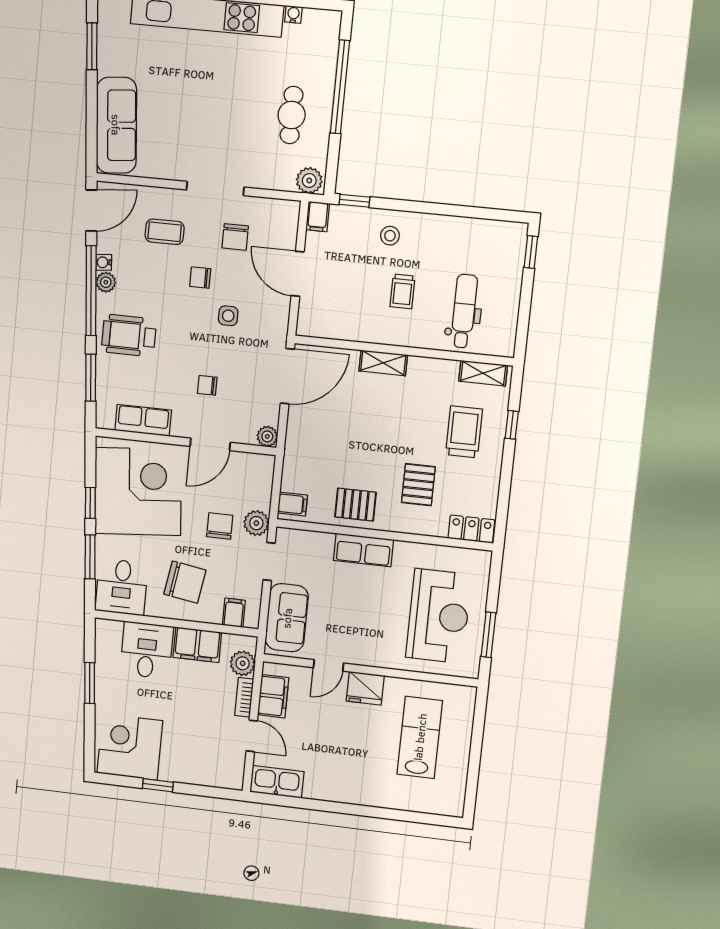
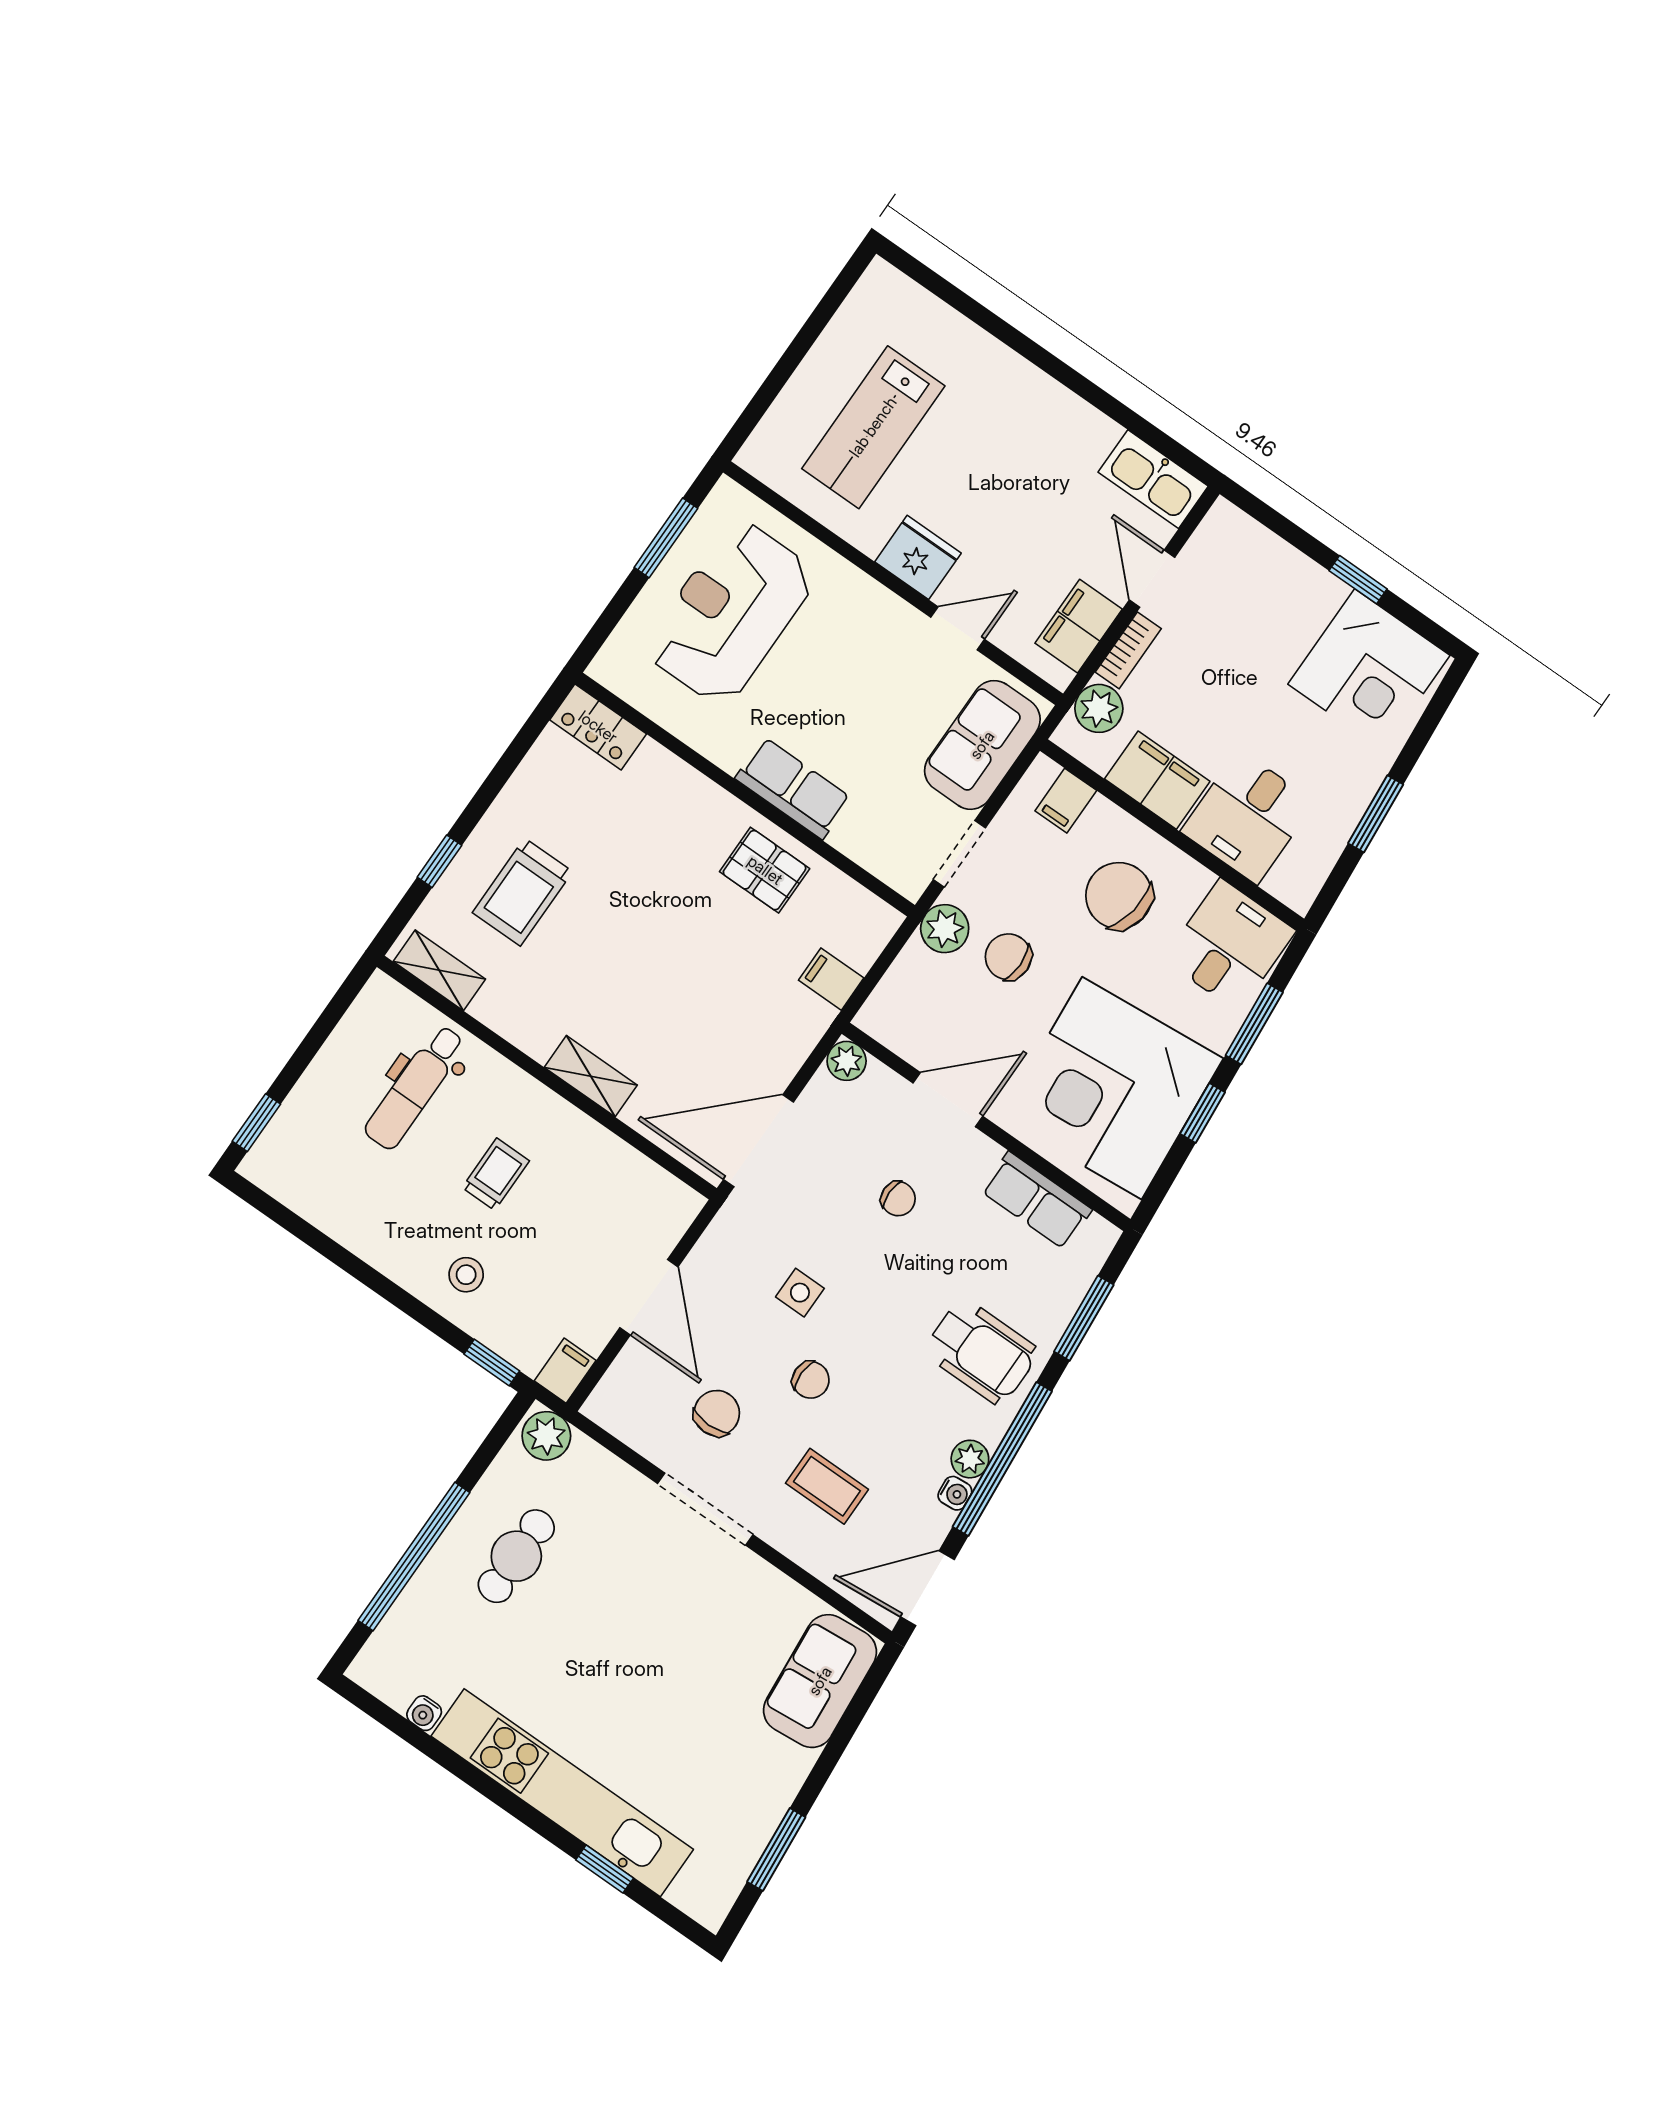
sofa: (116, 125) -> (820, 1681), width x0.73
pallet: (418, 485) -> (644, 847), removed
filing cabinet: (293, 504) -> (831, 979), moved
chair: (220, 526) -> (1008, 957), turned 90

